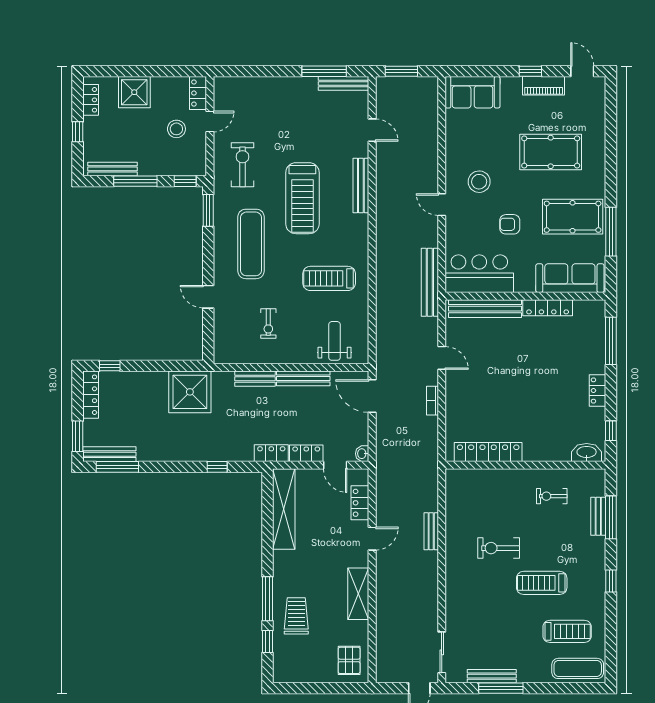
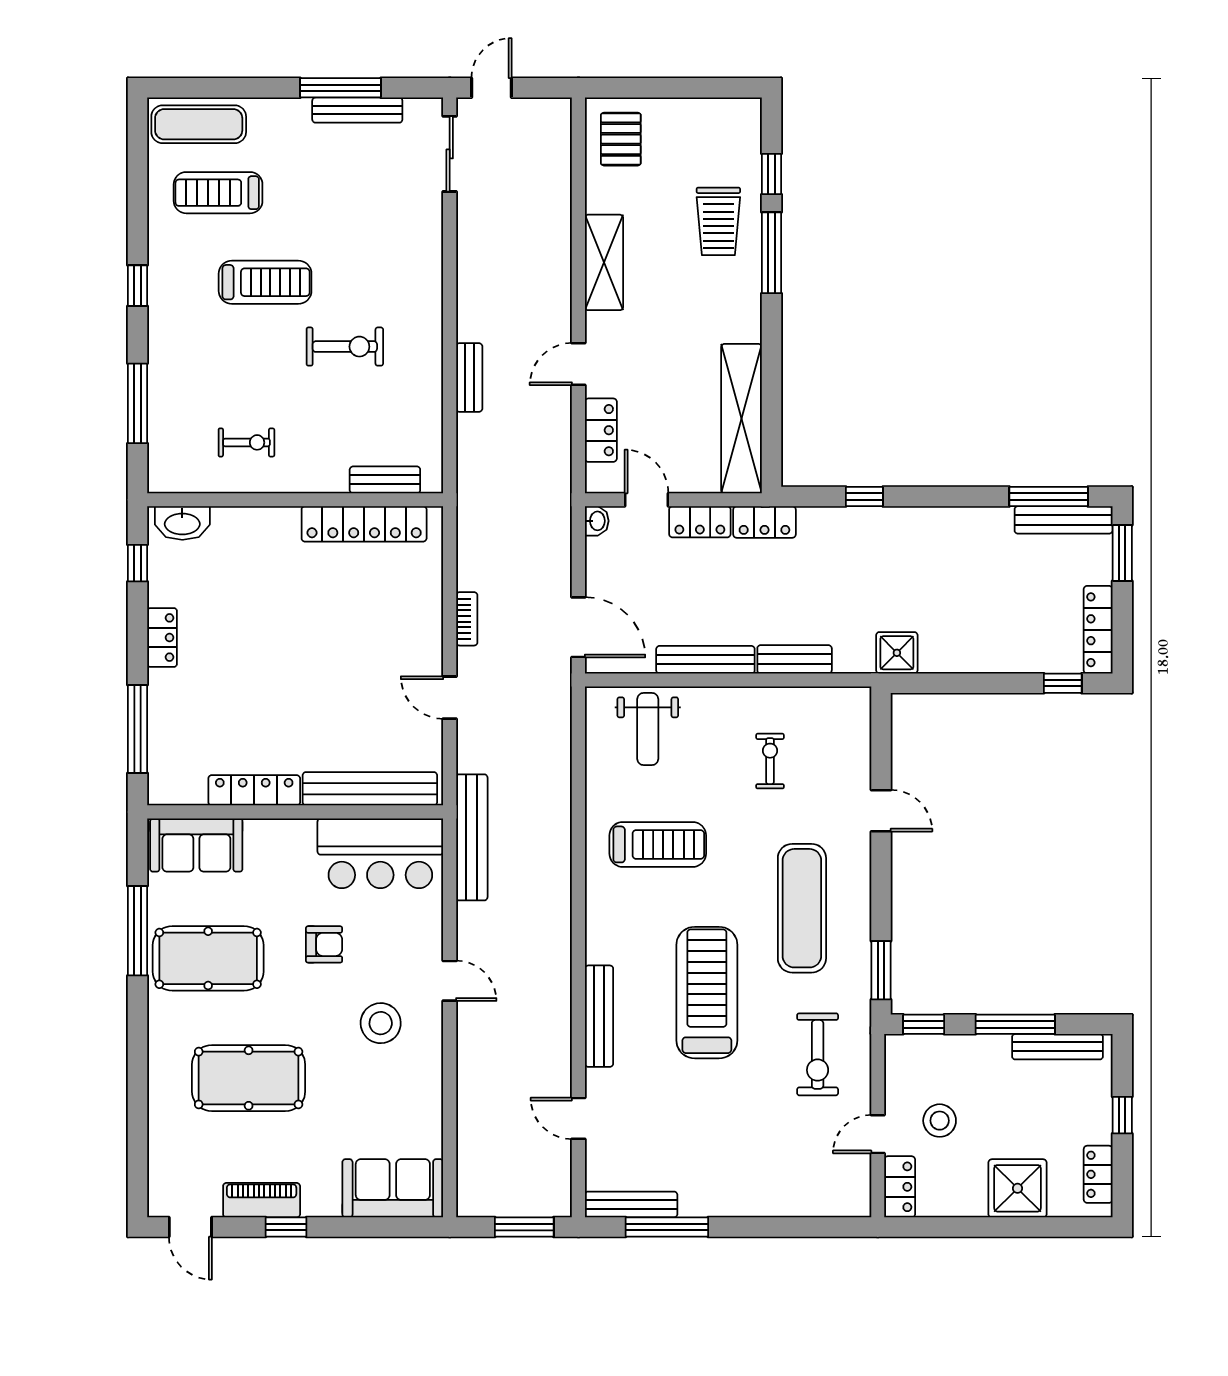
sofa: (570, 278) -> (196, 845), width x0.73
shower: (190, 392) -> (897, 653), width x0.54, depth x0.54
bench: (598, 516) -> (385, 480), moved, turned 90

